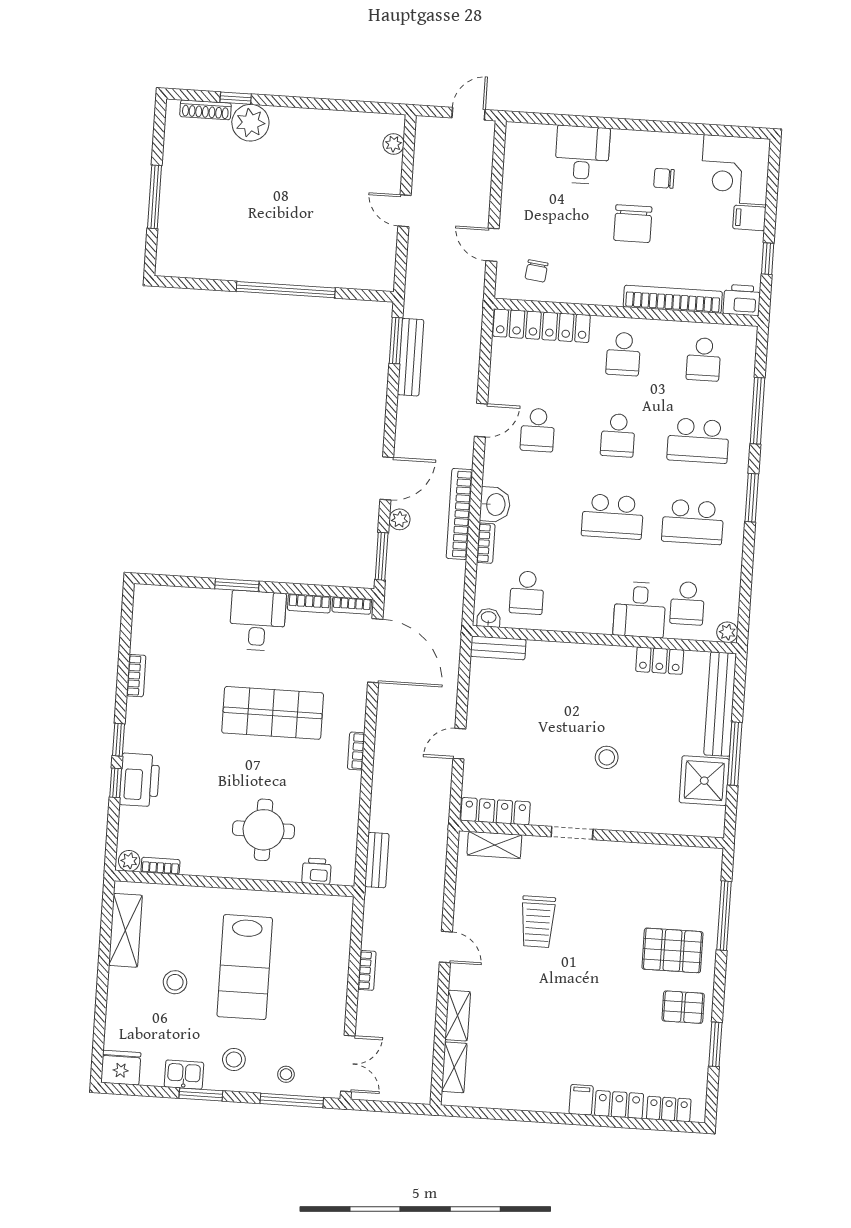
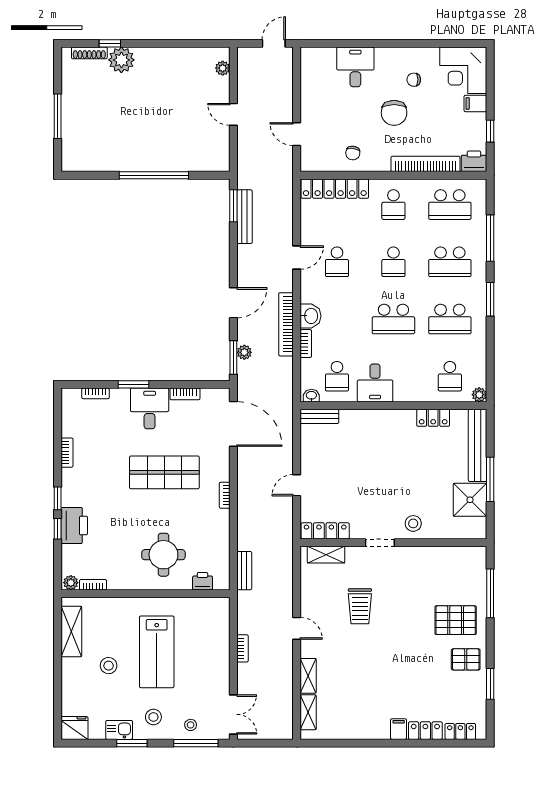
chair: (537, 271) -> (353, 153), moved
school desk: (704, 359) -> (450, 205), width x1.85
plant: (400, 519) -> (244, 352), moved
bookcase: (352, 605) -> (96, 393), moved
desk: (640, 610) -> (375, 383), moved
stool: (607, 757) -> (413, 523), moved

